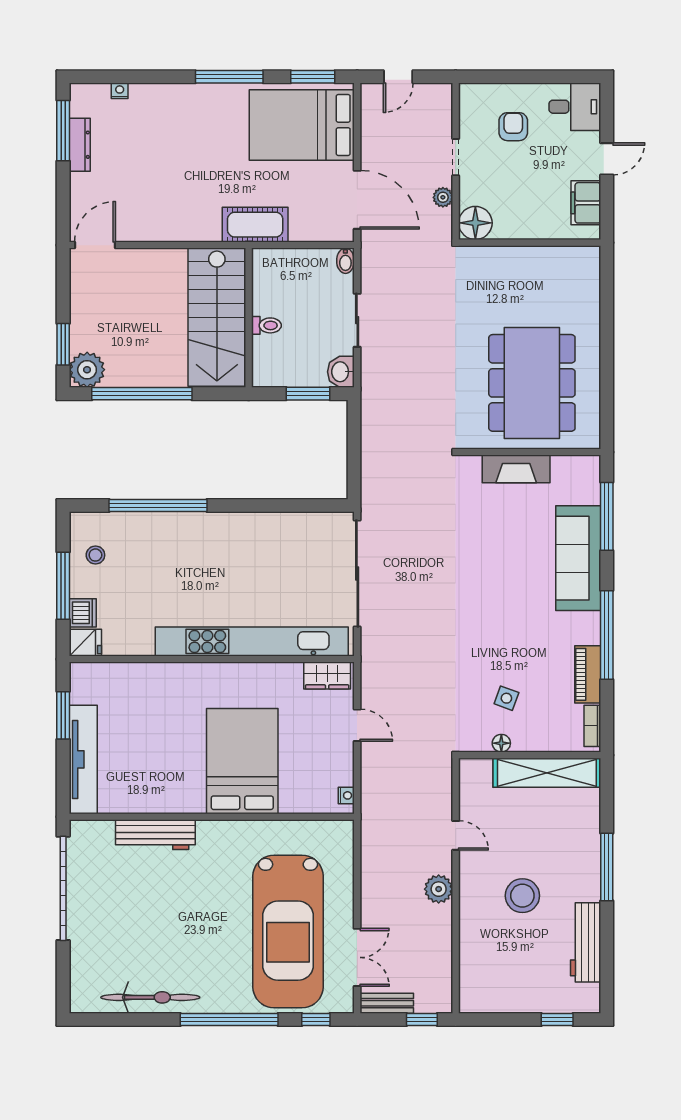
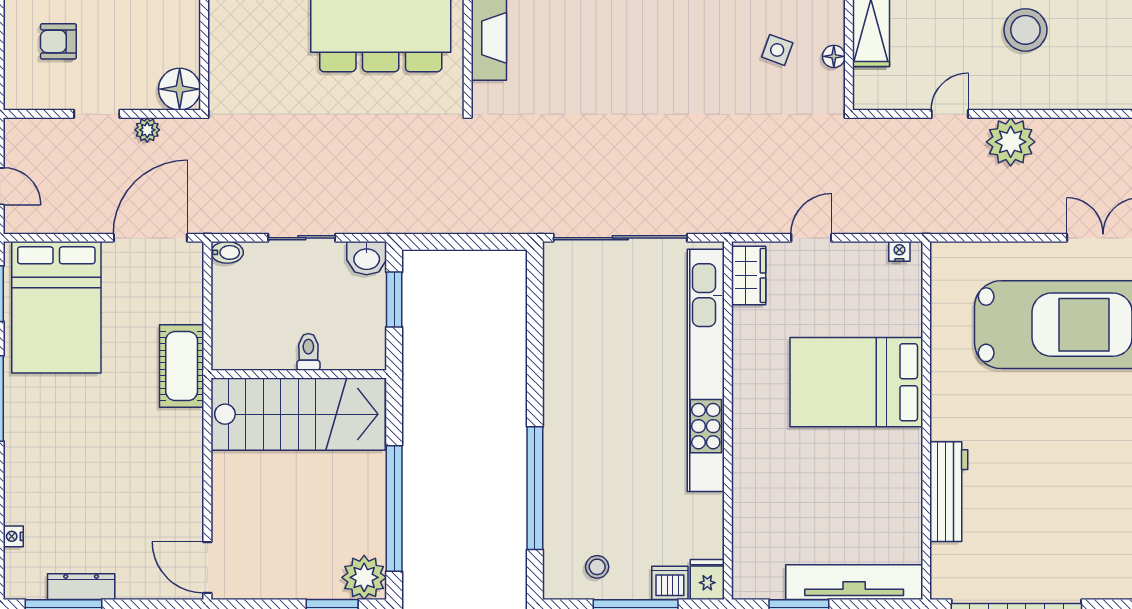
plant: (439, 889) -> (1011, 142), width x1.36, depth x1.36

